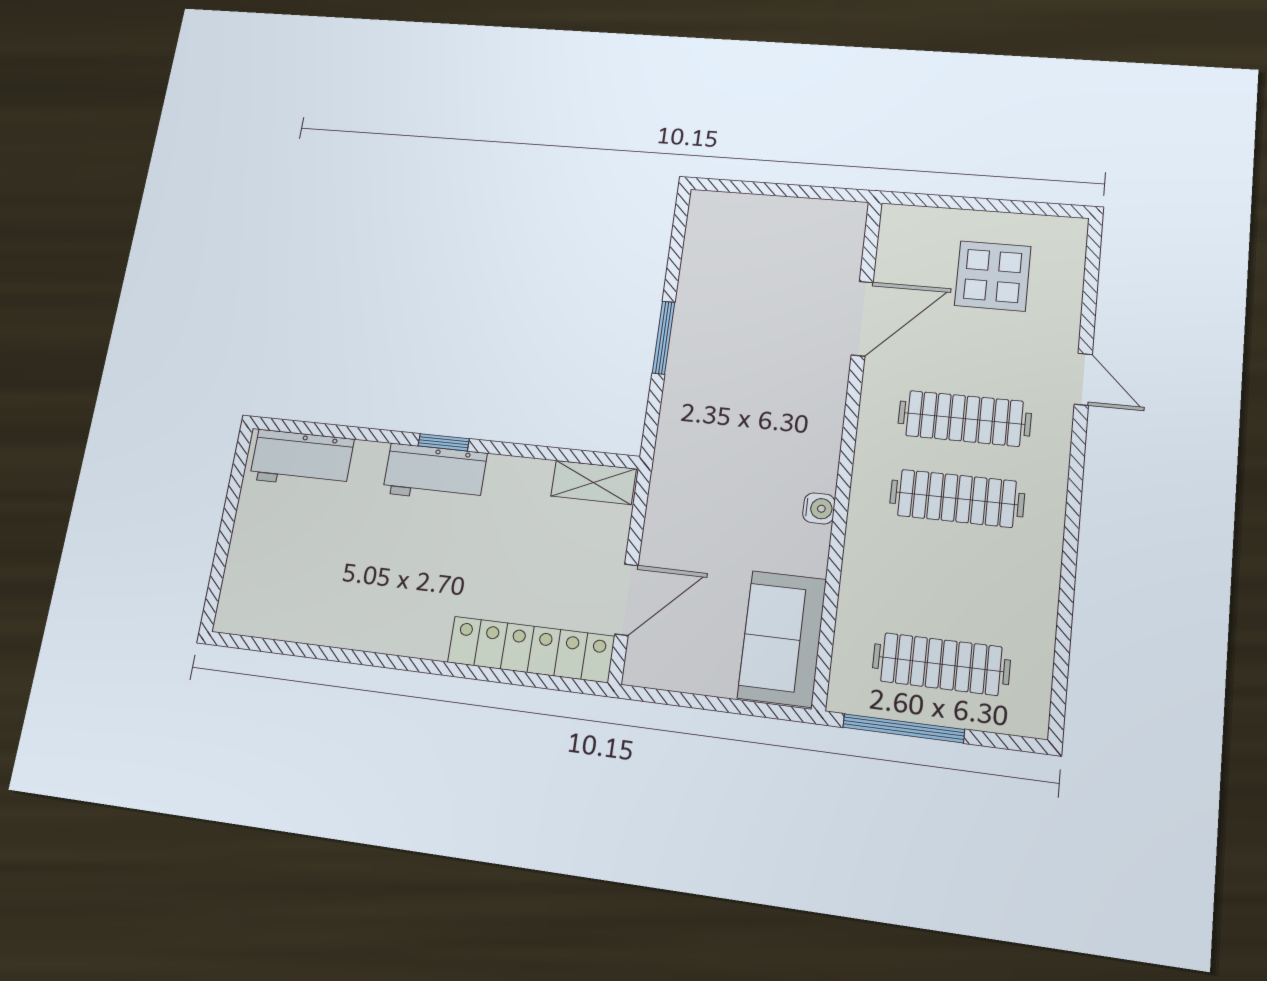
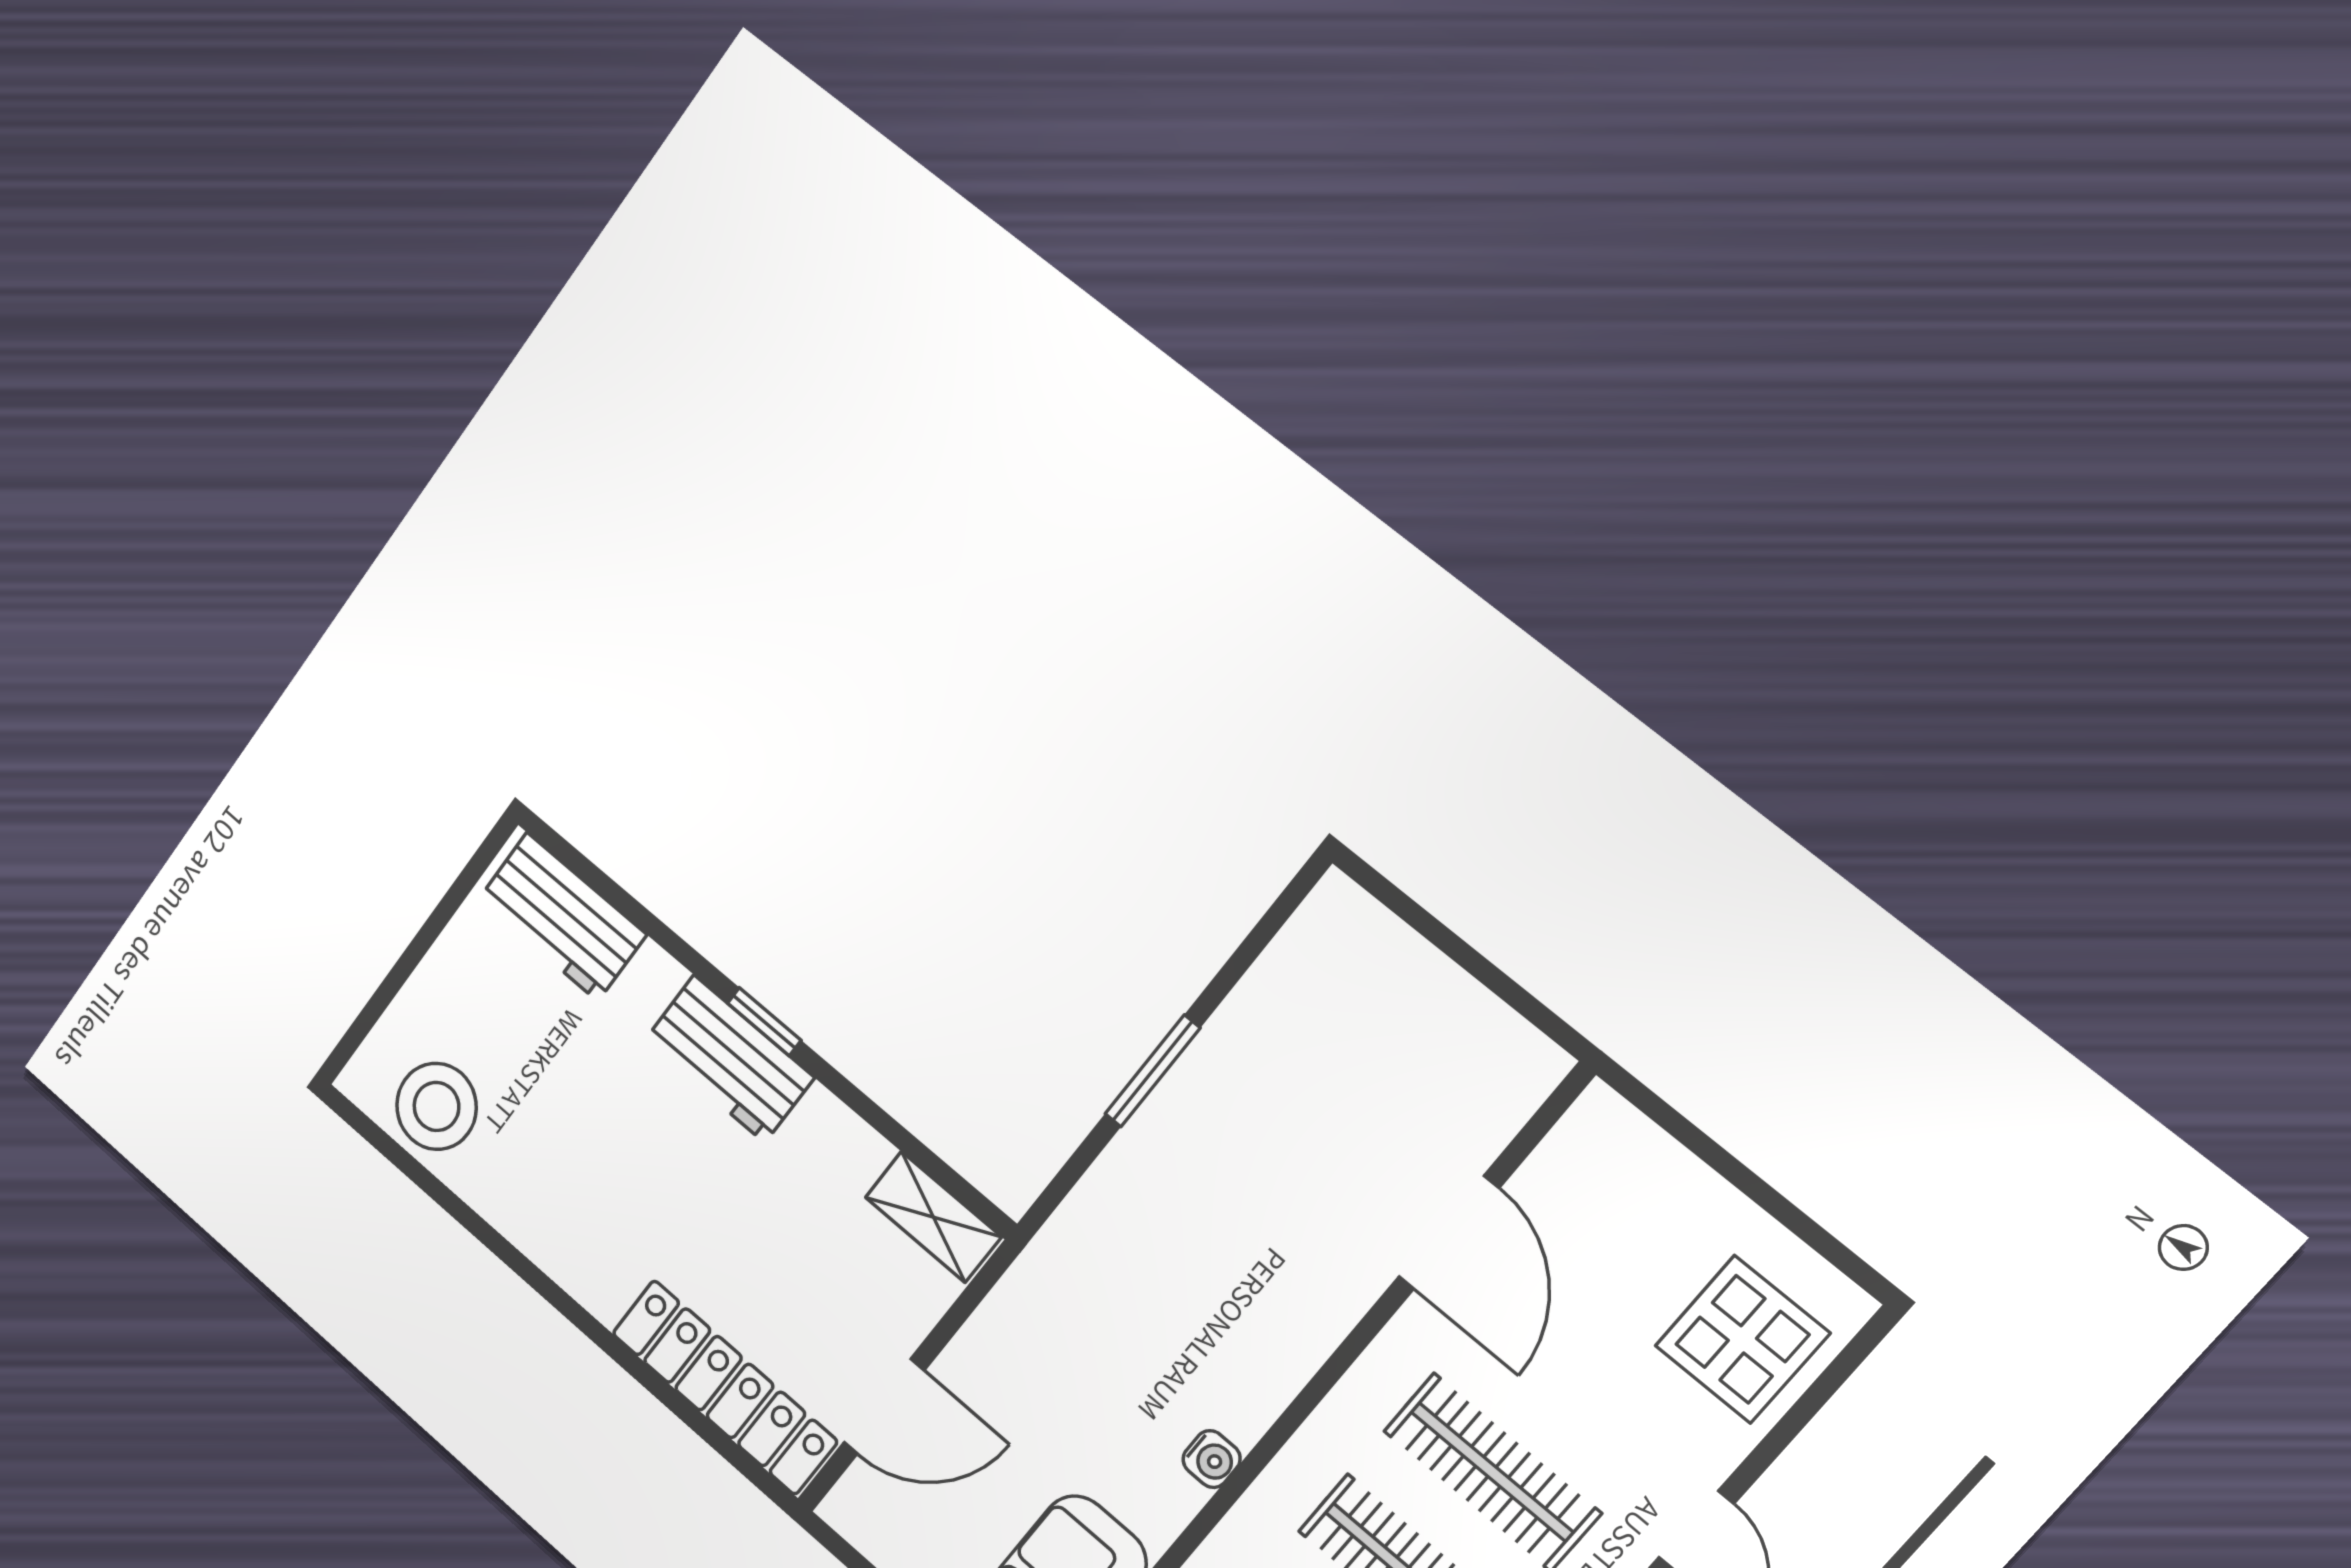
display table: (993, 276) -> (1742, 1339), moved
door: (862, 319) -> (1449, 1233), hinge flipped
stool: (281, 604) -> (436, 1106), added

